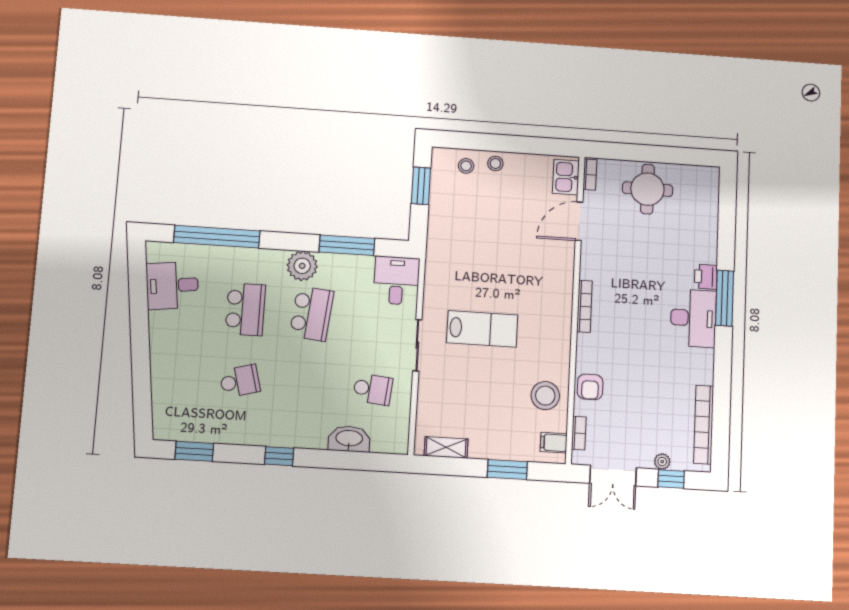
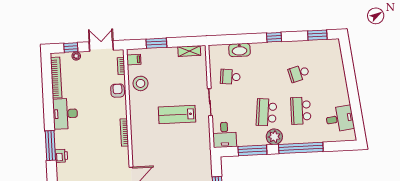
window: (217, 237) -> (301, 148), moved
desk: (693, 318) -> (65, 114), moved

